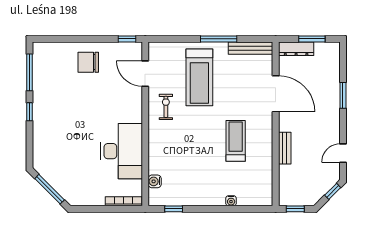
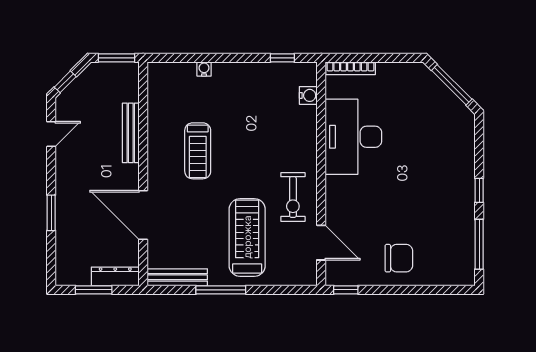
exercise bike: (166, 107) -> (293, 197), width x1.38, depth x1.39
bench: (285, 148) -> (131, 133), width x1.36
window: (295, 209) -> (116, 58), width x1.50

